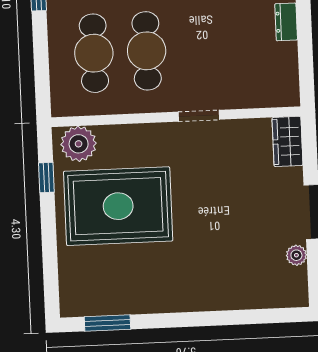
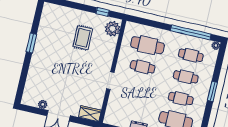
cafe table: (147, 51) -> (142, 67), width x0.73, depth x0.74
rug: (118, 206) -> (83, 38), width x0.54, depth x0.49
window: (107, 323) -> (31, 43), moved

